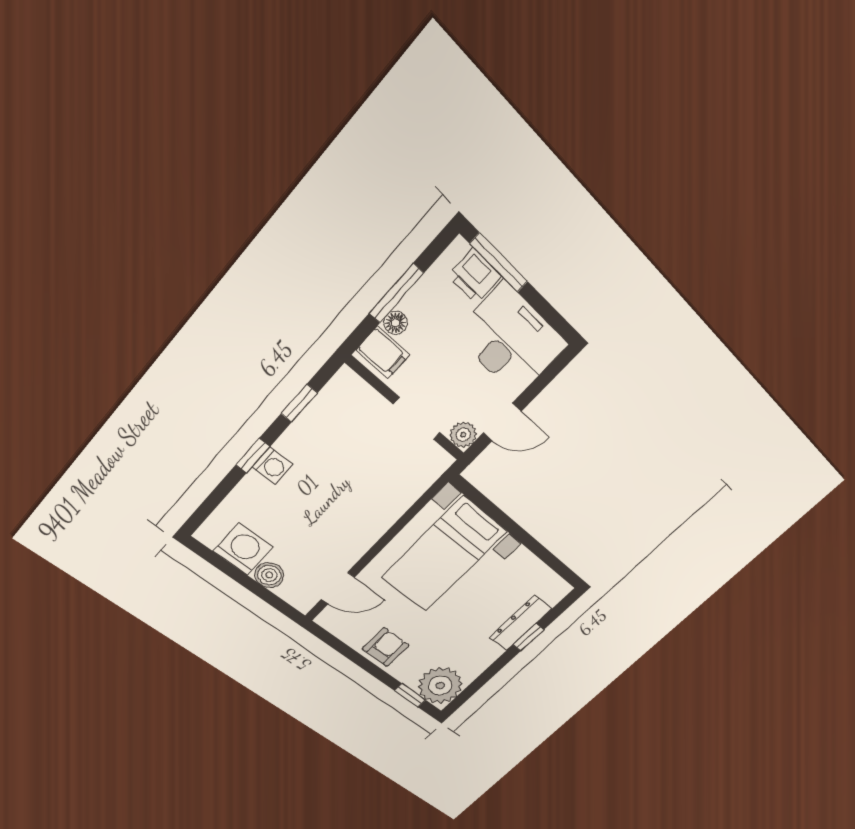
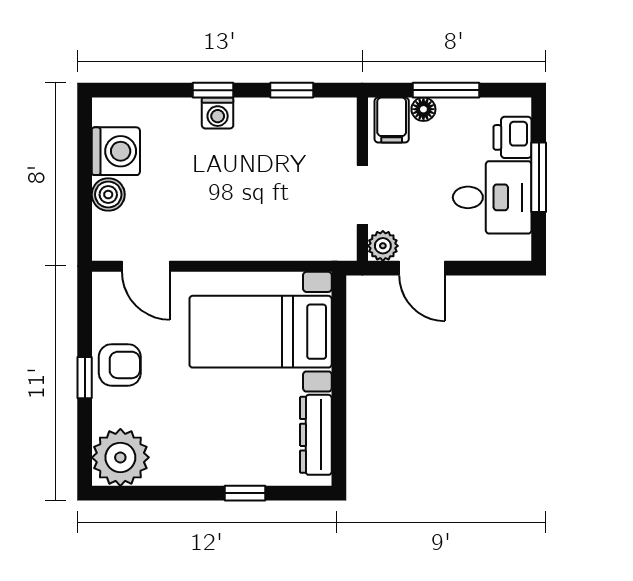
window: (499, 263) -> (539, 177), moved
desk: (511, 340) -> (492, 197), width x0.73
dresser: (520, 623) -> (316, 435), moved, turned -90
window: (410, 695) -> (85, 378), moved

